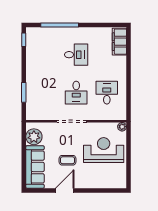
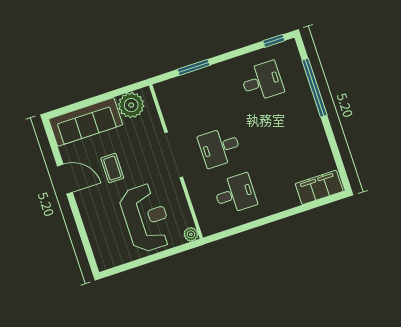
desk: (76, 55) -> (262, 81), moved, turned -90

